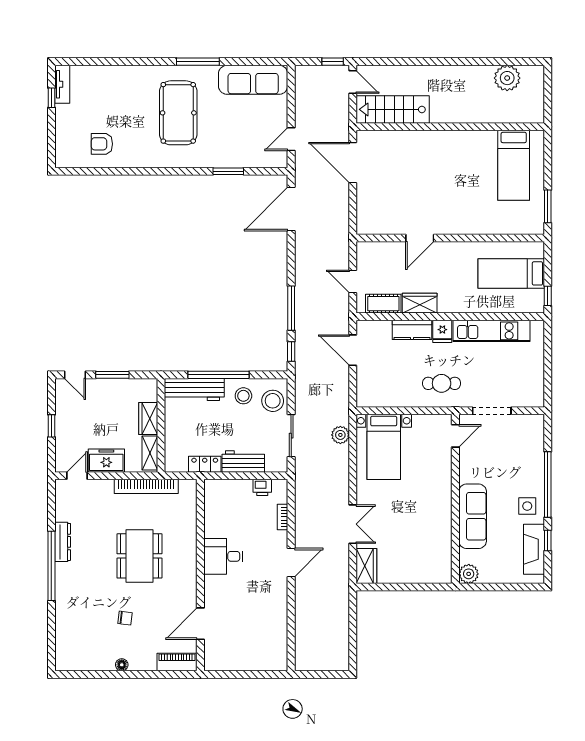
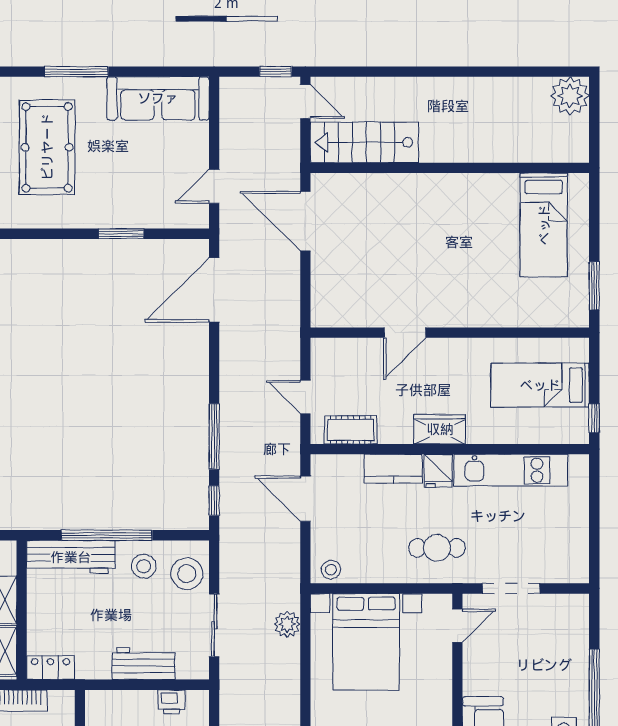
plant: (507, 78) -> (570, 96), moved
wardrobe: (420, 303) -> (440, 429), moved
stool: (370, 398) -> (331, 570), added
bed with nightstands: (384, 447) -> (366, 642), width x1.36
locker: (205, 464) -> (50, 668), moved

